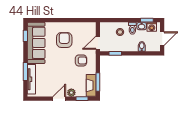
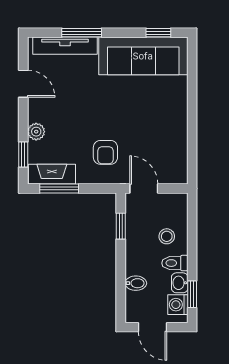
armchair: (64, 40) -> (150, 116), removed
door: (59, 99) -> (23, 84), moved

